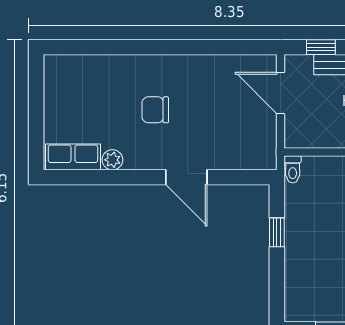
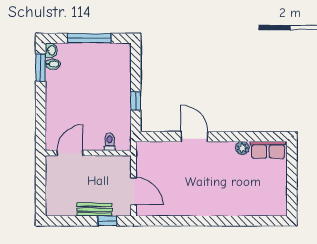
chair: (155, 110) -> (215, 180), removed
toilet: (293, 169) -> (110, 142), moved

